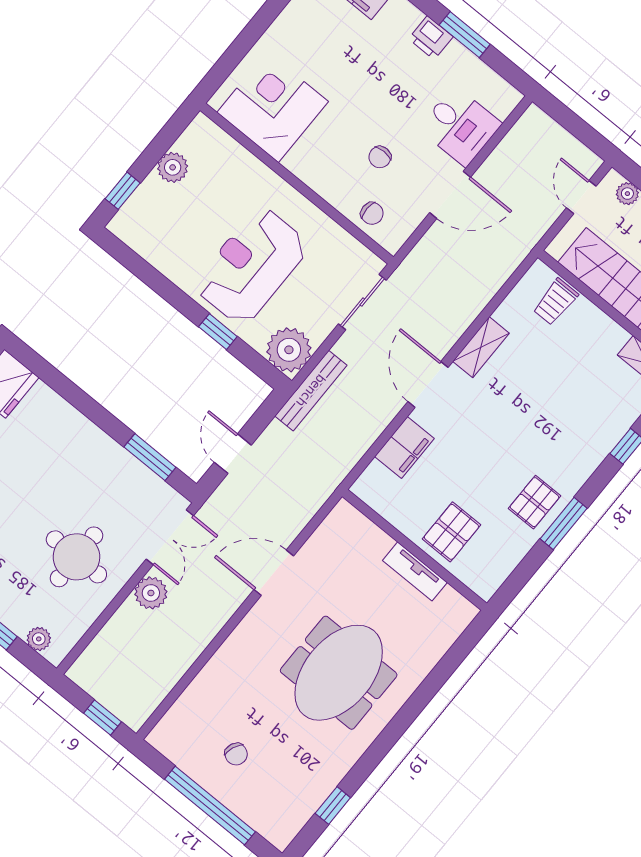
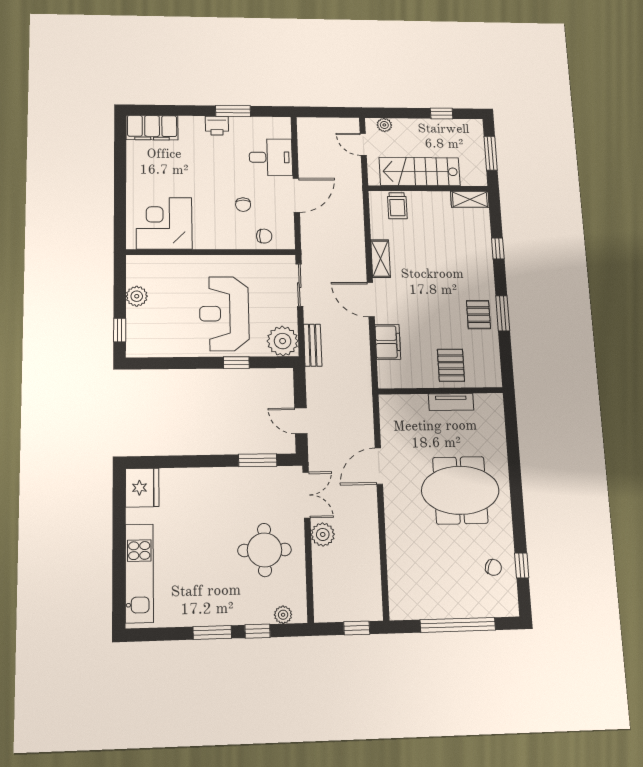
bench: (311, 391) -> (313, 345), width x0.73
meeting table: (339, 673) -> (460, 490), turned 90
chair: (236, 754) -> (493, 567), moved

